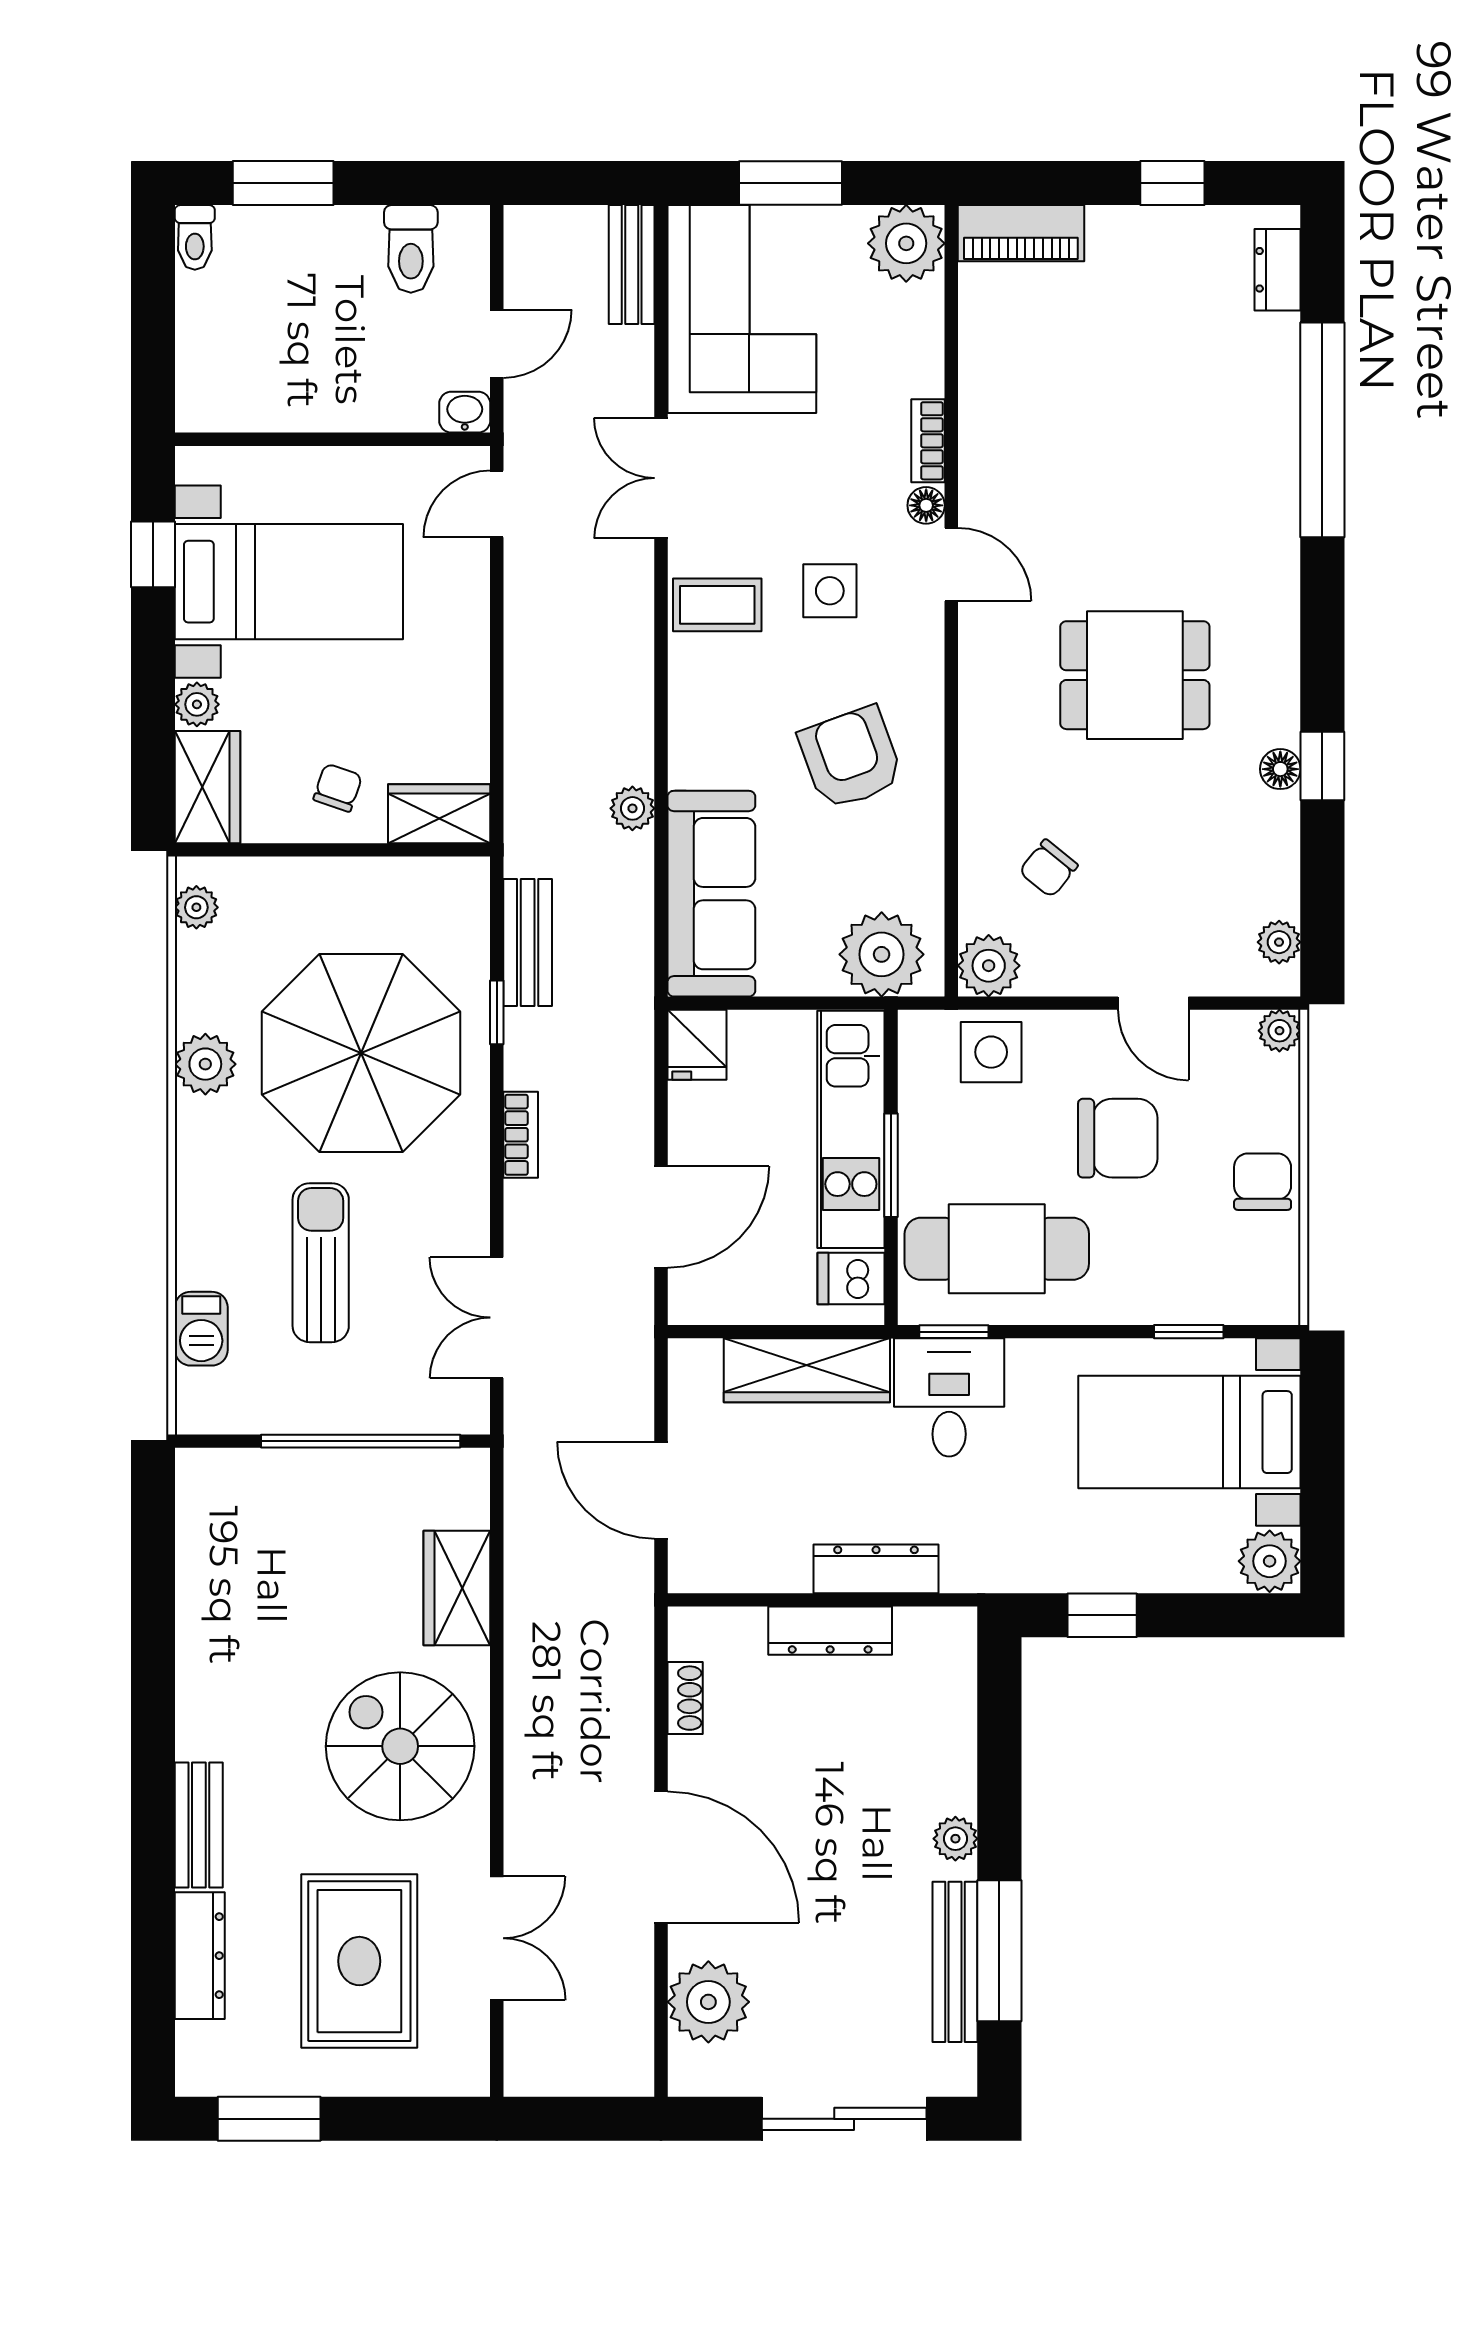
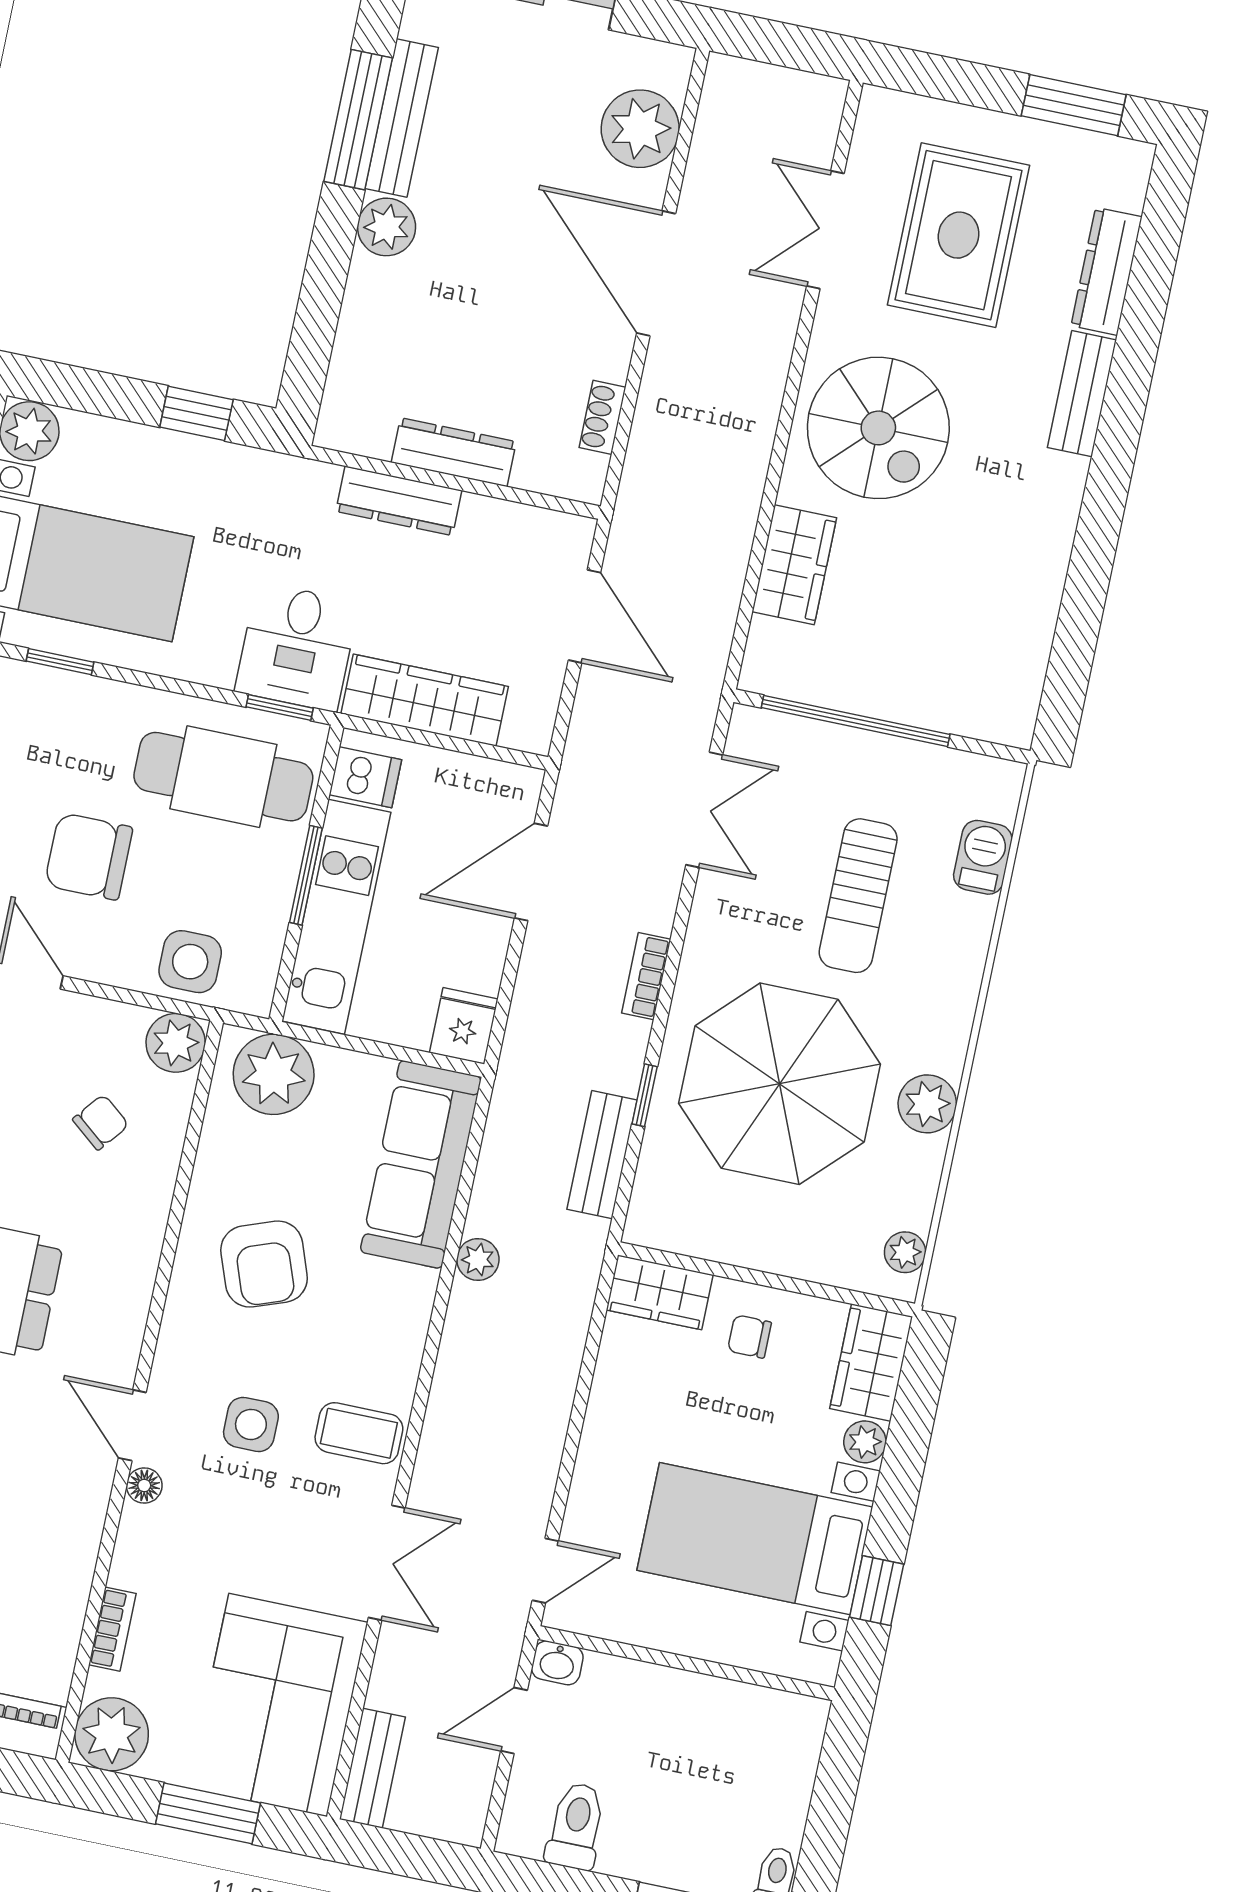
bookcase: (928, 441) -> (112, 1629), moved
chair: (338, 788) -> (749, 1337), turned 71
plant: (955, 1839) -> (387, 227), width x1.38, depth x1.38

